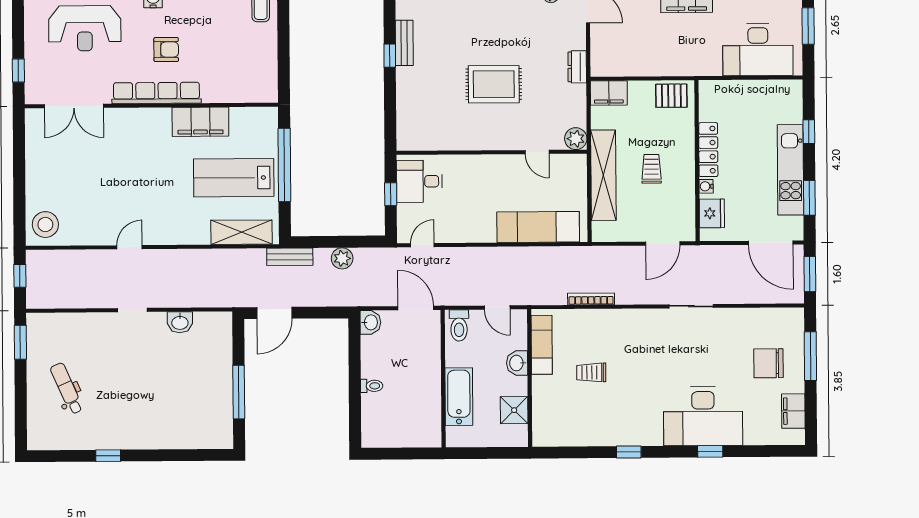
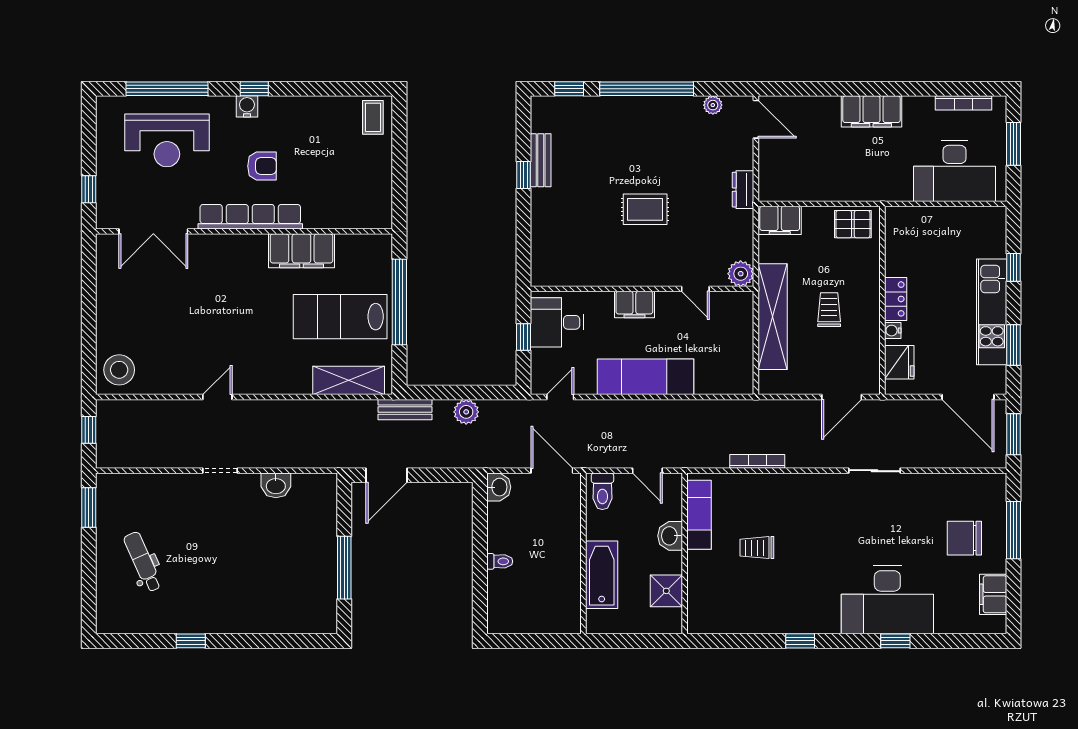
rug: (494, 84) -> (645, 209), width x0.73, depth x0.70
locker: (708, 150) -> (896, 299), width x0.66
filing cabinet: (485, 166) -> (634, 304), added
exam couch: (538, 227) -> (646, 377), moved

